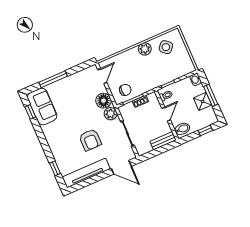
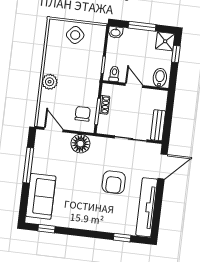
side table: (166, 47) -> (75, 35), moved
plant: (145, 49) -> (50, 82), moved
window: (53, 79) -> (28, 165), moved
shower: (203, 101) -> (165, 41), moved
sofa: (42, 106) -> (41, 196), moved, turned 90
plant: (111, 114) -> (99, 144), removed
armchair: (90, 140) -> (114, 182), turned 90
bench: (163, 141) -> (158, 125), moved

